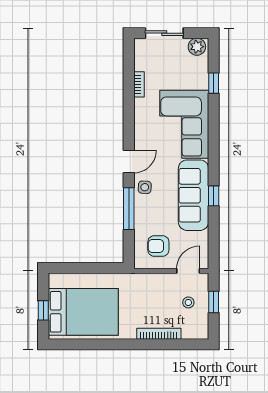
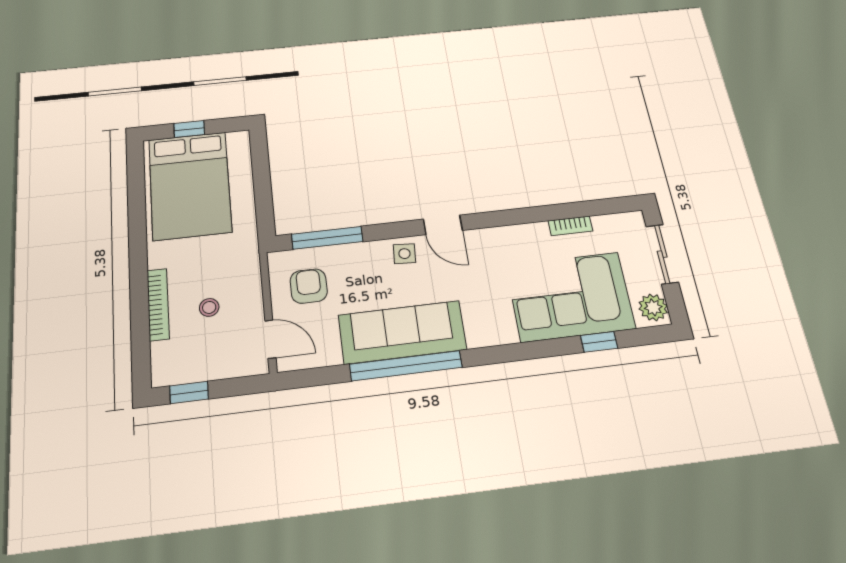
corner sofa: (184, 124) -> (570, 297), moved
window: (214, 196) -> (406, 366), width x3.17
window: (129, 209) -> (327, 238), moved
stool: (188, 302) -> (209, 307), moved
window: (214, 302) -> (189, 393), moved

